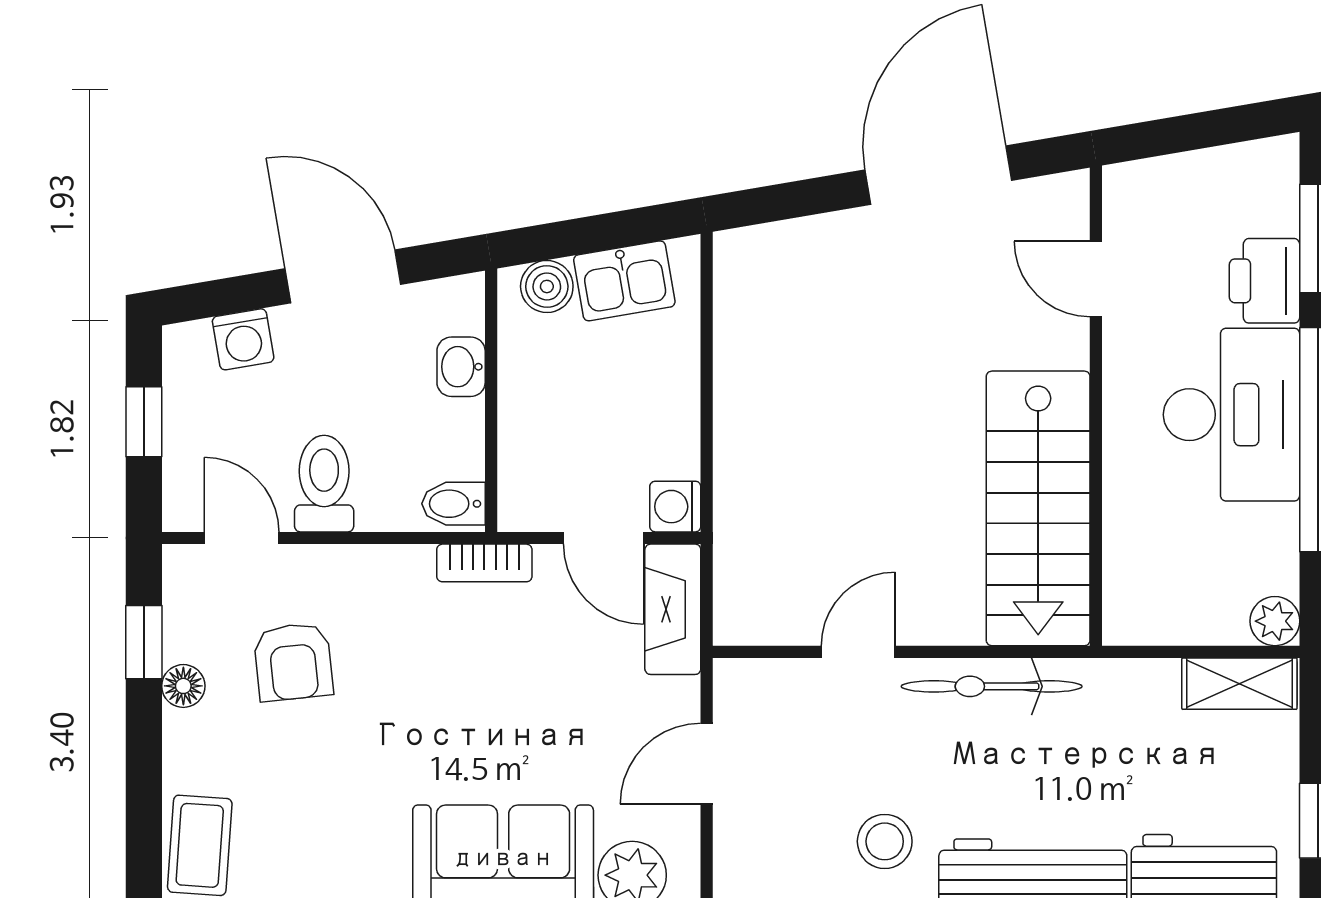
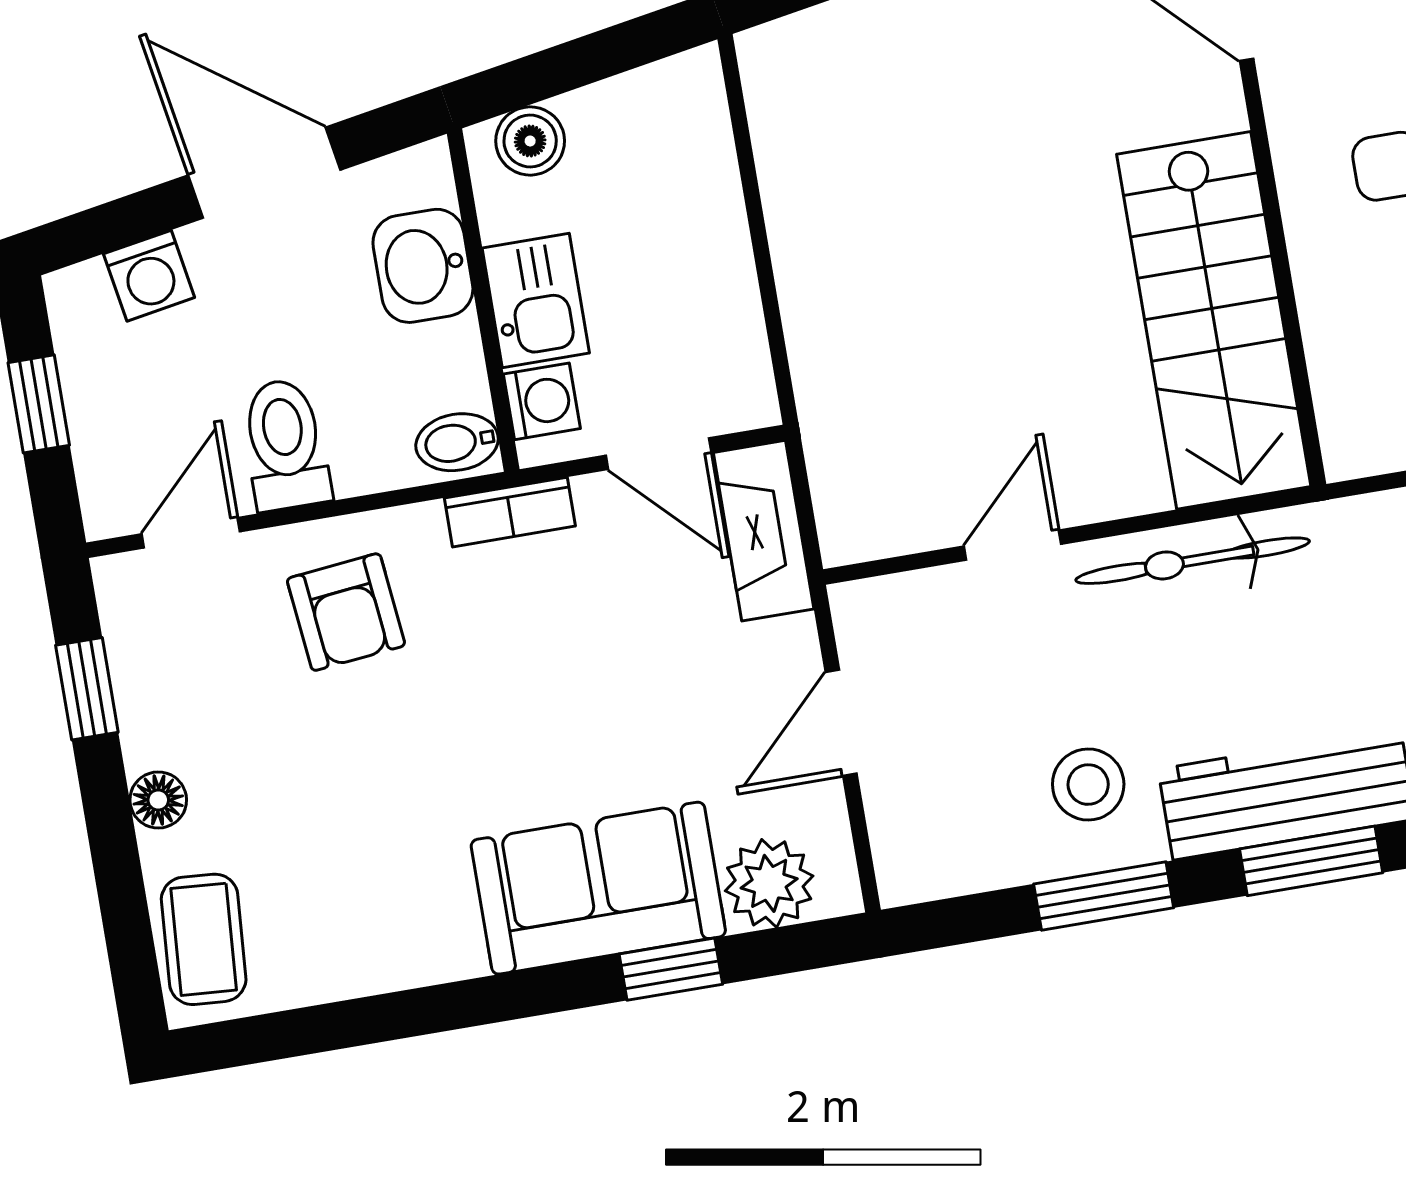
kitchen sink: (624, 281) -> (536, 300), moved, turned -80
washbasin: (461, 367) -> (423, 266), width x1.38, depth x1.45
washing machine: (675, 507) -> (542, 401), moved, turned 180
door: (242, 538) -> (191, 533), hinge flipped
armchair: (293, 662) -> (346, 612), moved
floor lamp: (183, 686) -> (158, 800), moved

